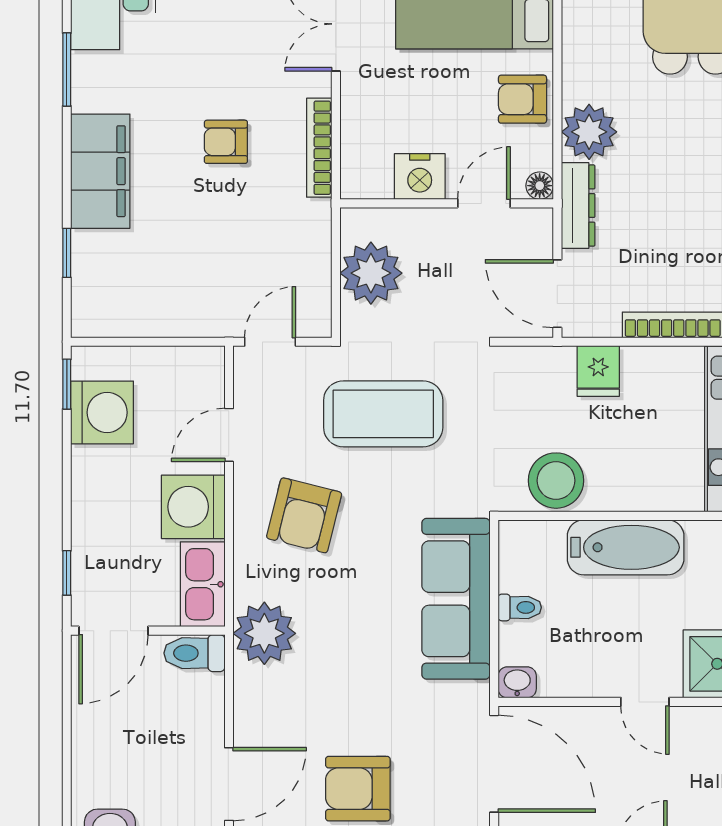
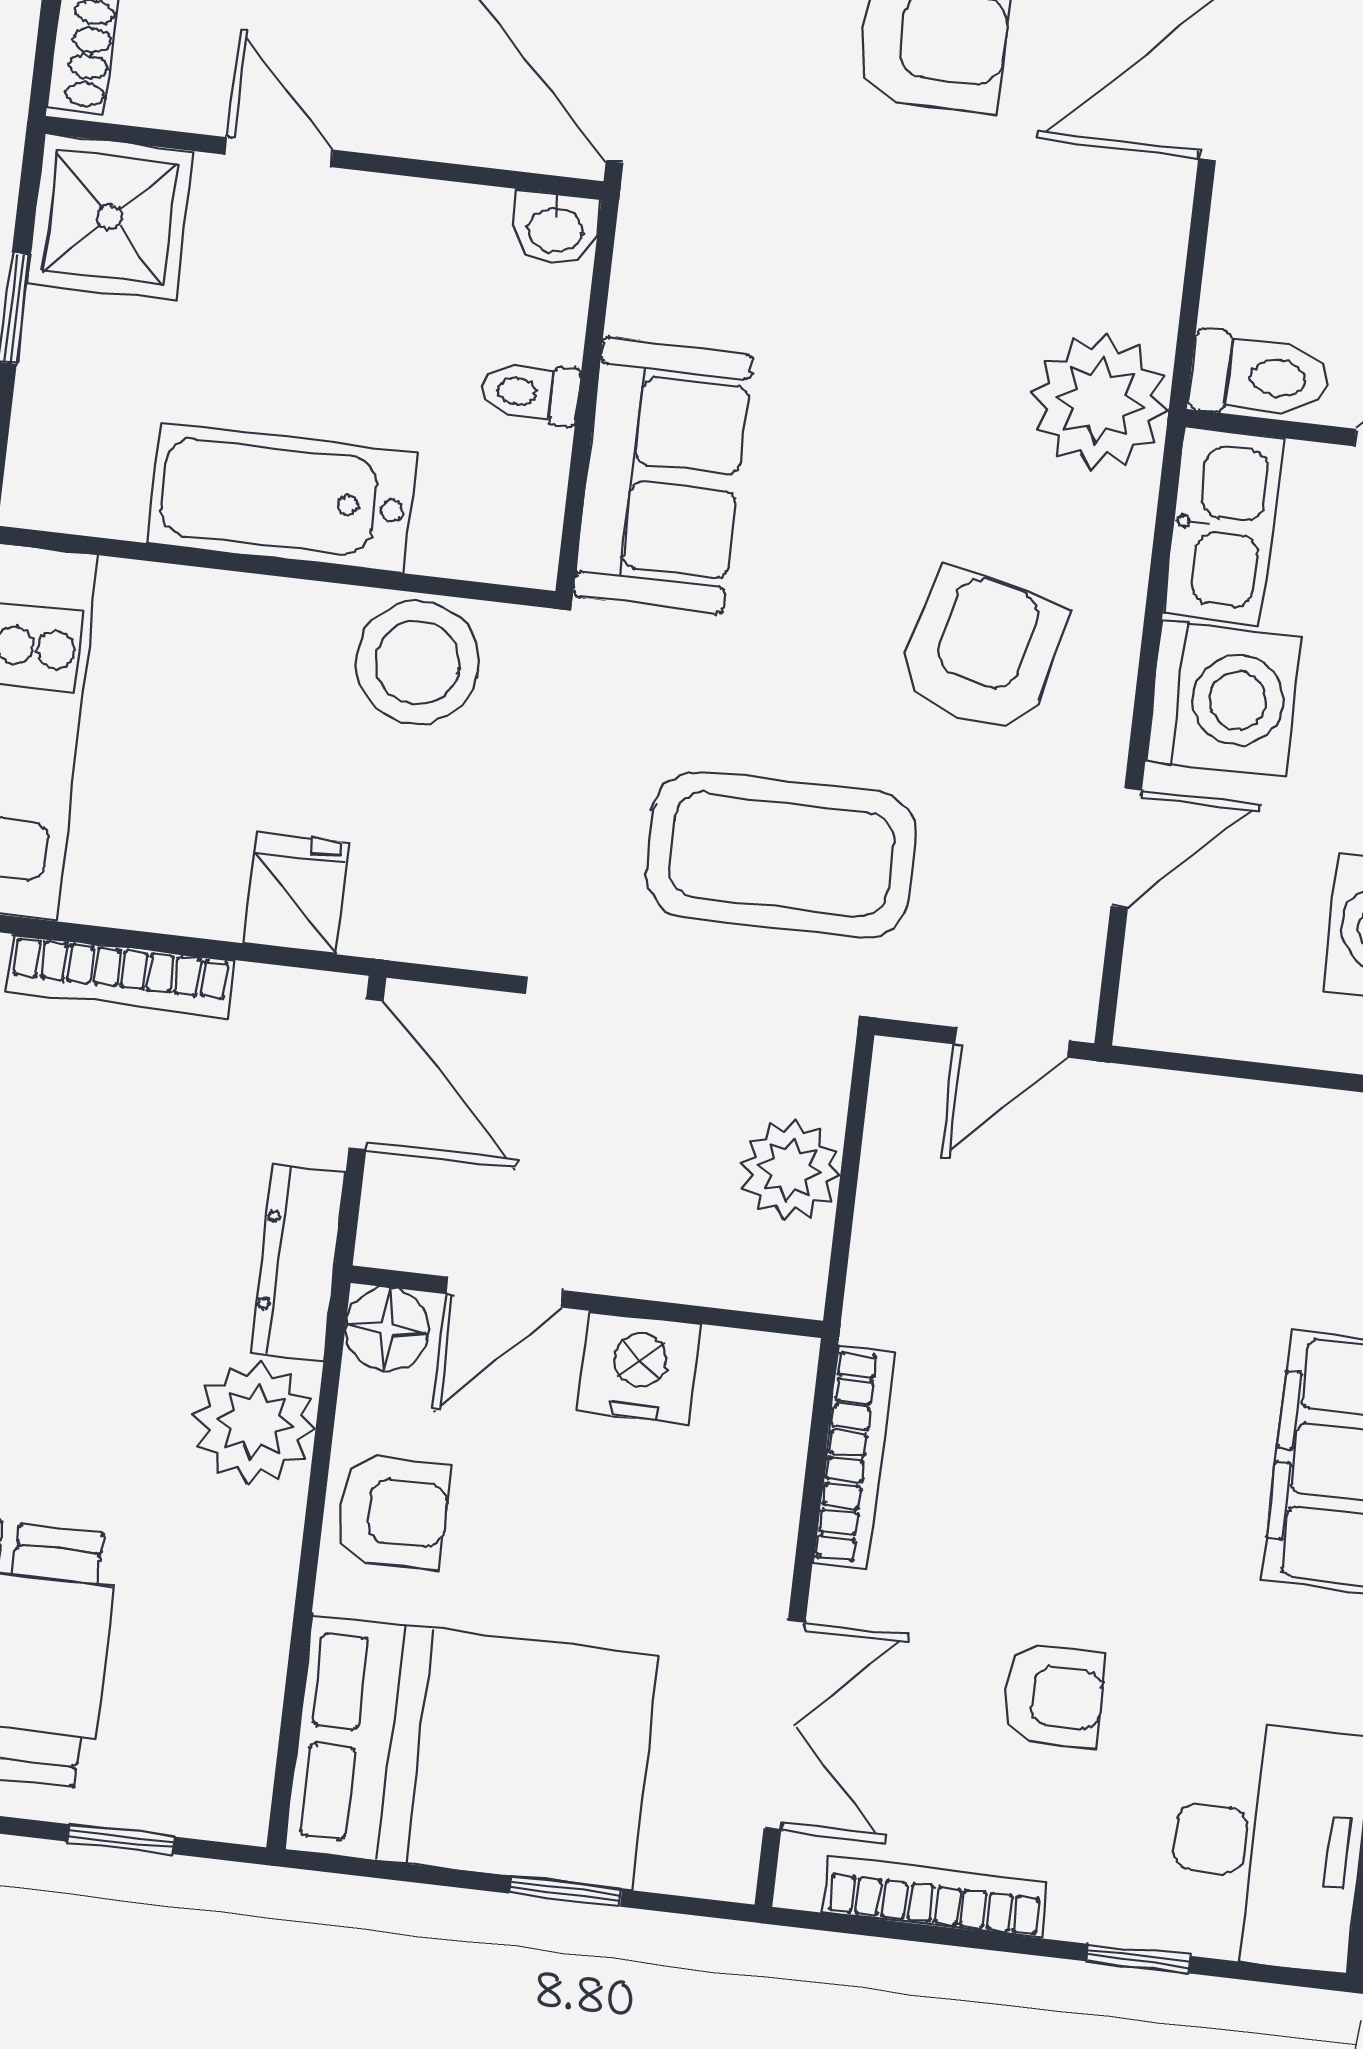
armchair: (226, 142) -> (1053, 1696), moved
floor lamp: (540, 186) -> (387, 1329), width x1.37, depth x1.37
plant: (371, 273) -> (790, 1170), width x0.73, depth x0.73
sofa: (456, 599) -> (663, 475), width x0.73

